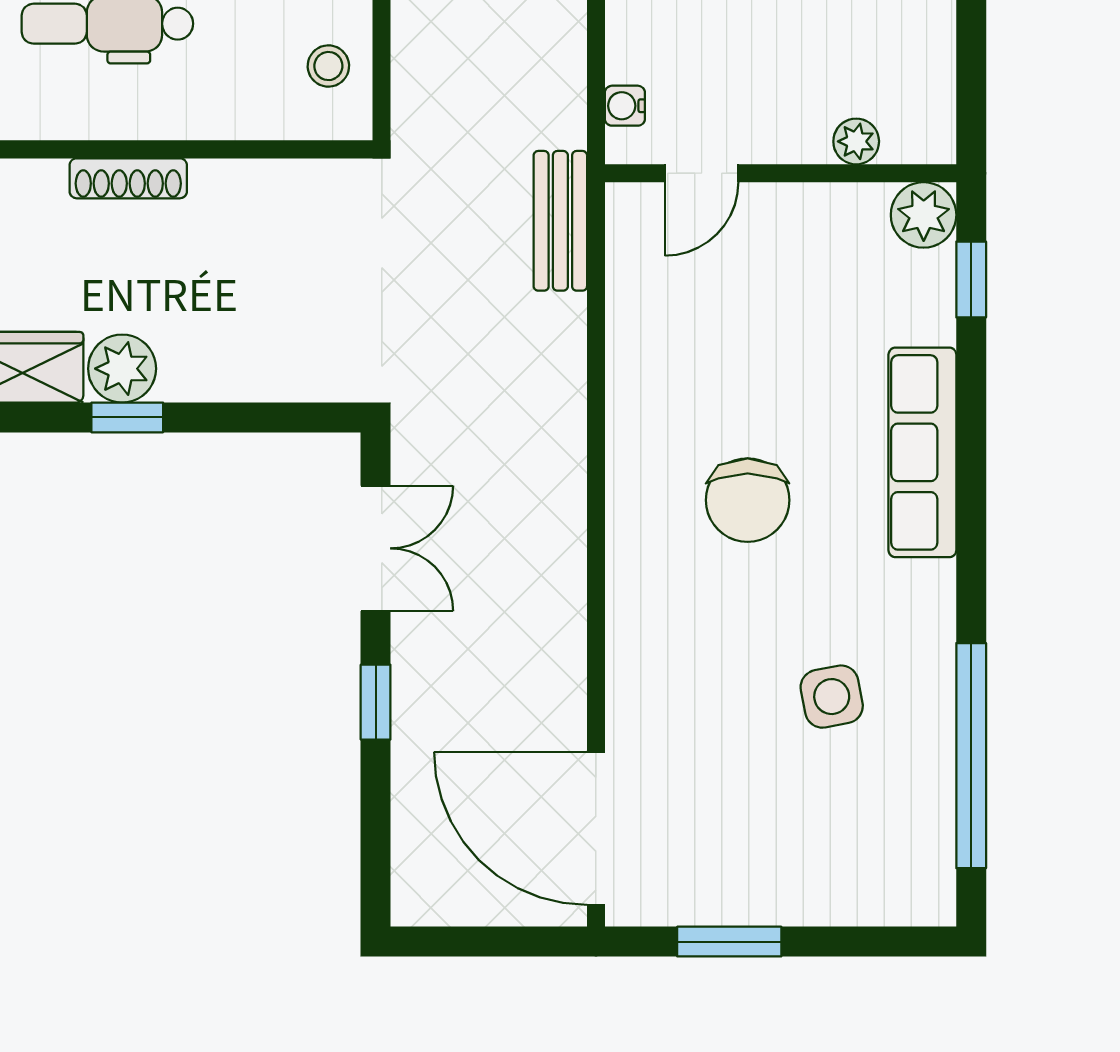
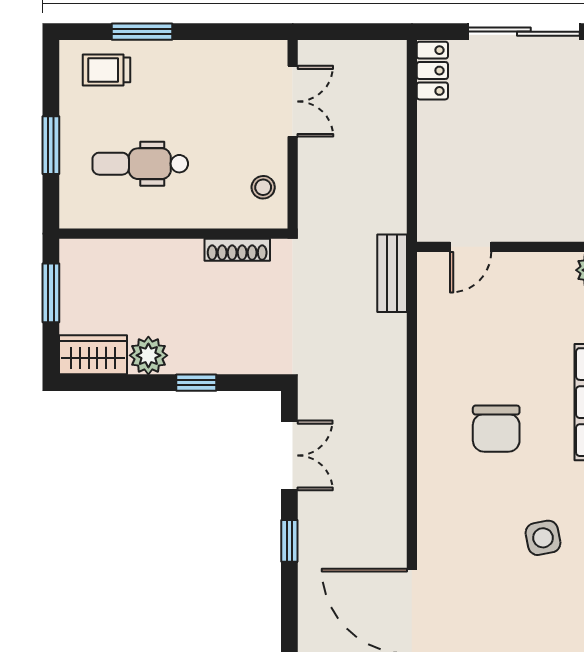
water cooler: (625, 106) -> (428, 209), removed
plant: (856, 141) -> (557, 229), removed
shoe rack: (128, 178) -> (237, 250), moved
window: (127, 417) -> (196, 383), moved

